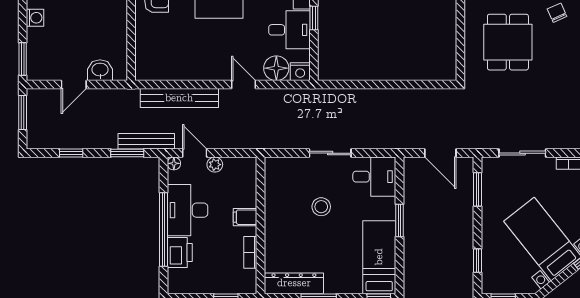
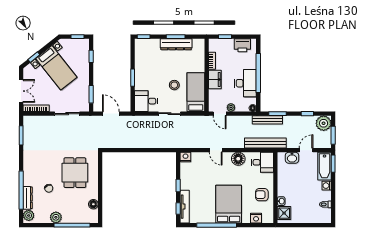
desk: (289, 30) -> (262, 162), moved, turned 180
bathtub: (39, 54) -> (325, 166), added
floor lamp: (276, 68) -> (238, 159), moved
bench: (179, 98) -> (265, 143), moved
plant: (41, 135) -> (324, 123), added
door: (195, 153) -> (220, 114), moved
filing cabinet: (245, 217) -> (215, 79), width x2.00
printer: (180, 253) -> (242, 45), moved, turned -90
bed: (379, 257) -> (196, 92), moved, turned 180
dresser: (294, 283) -> (176, 44), moved

